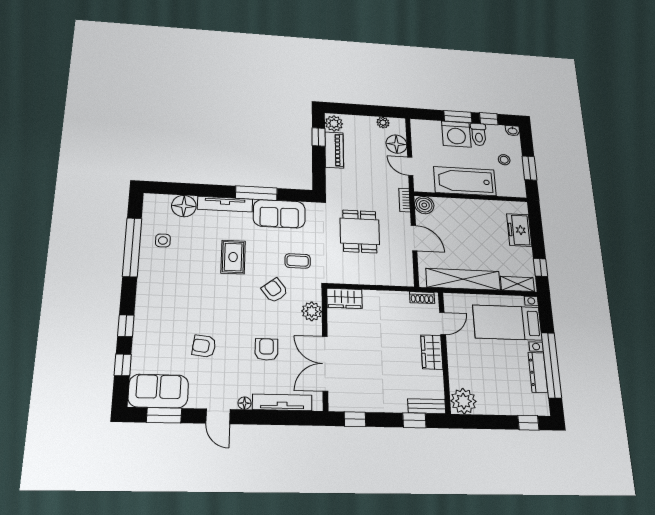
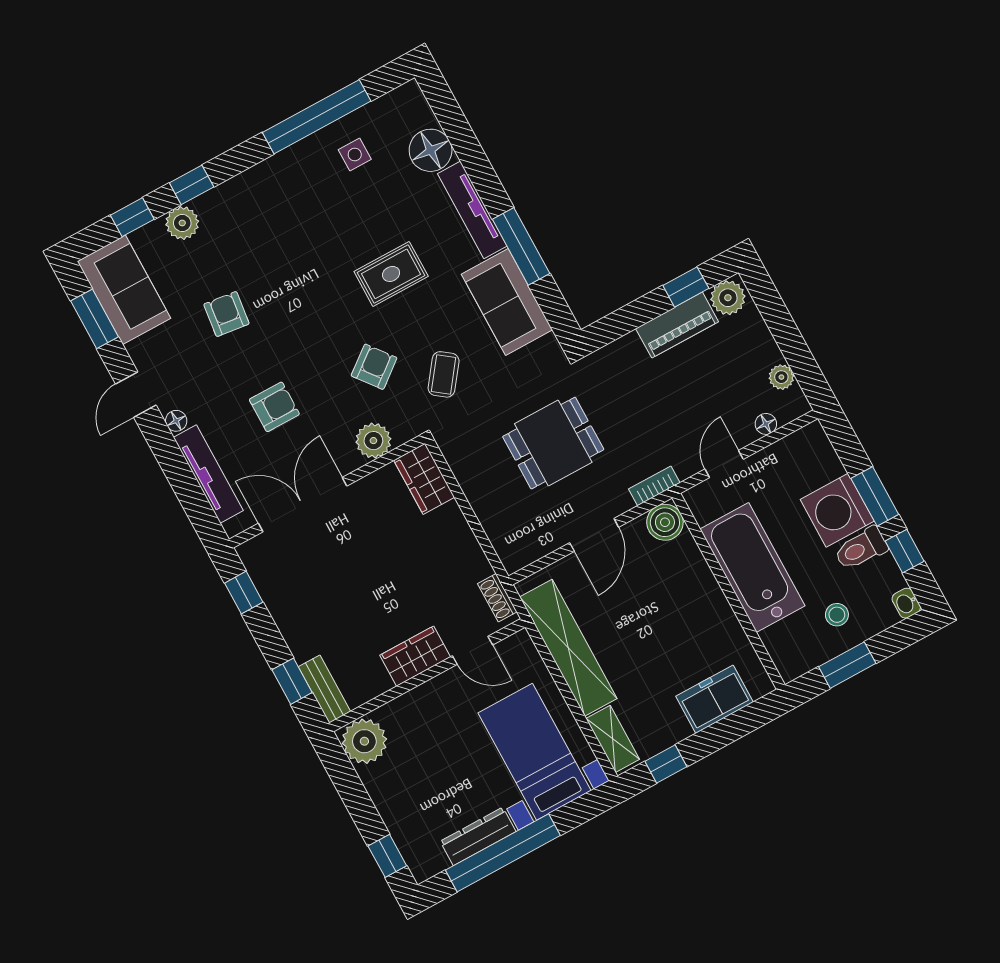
floor lamp: (396, 144) -> (766, 424), width x0.53, depth x0.53
coffee table: (298, 261) -> (444, 374), turned 37
plant: (143, 341) -> (182, 223), added

